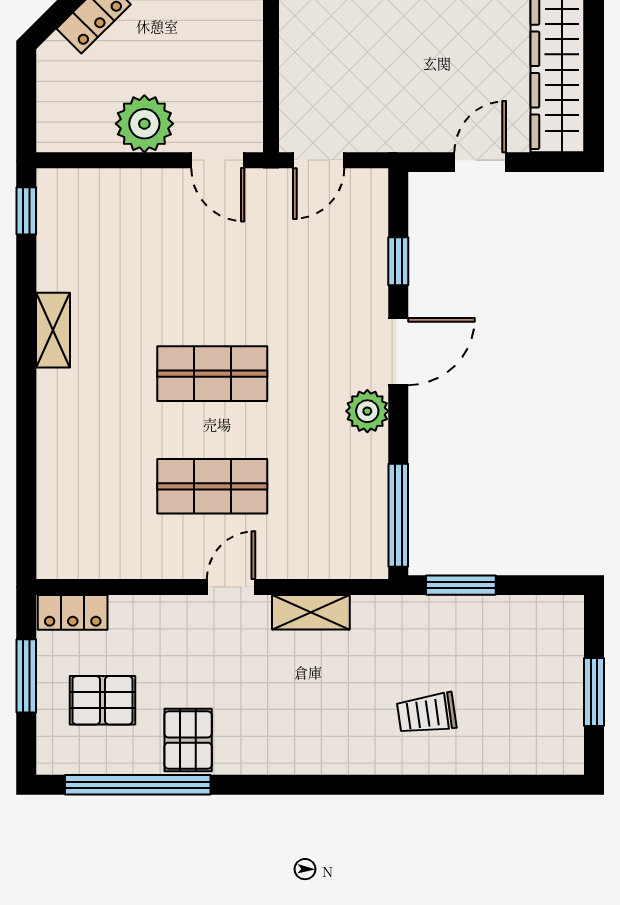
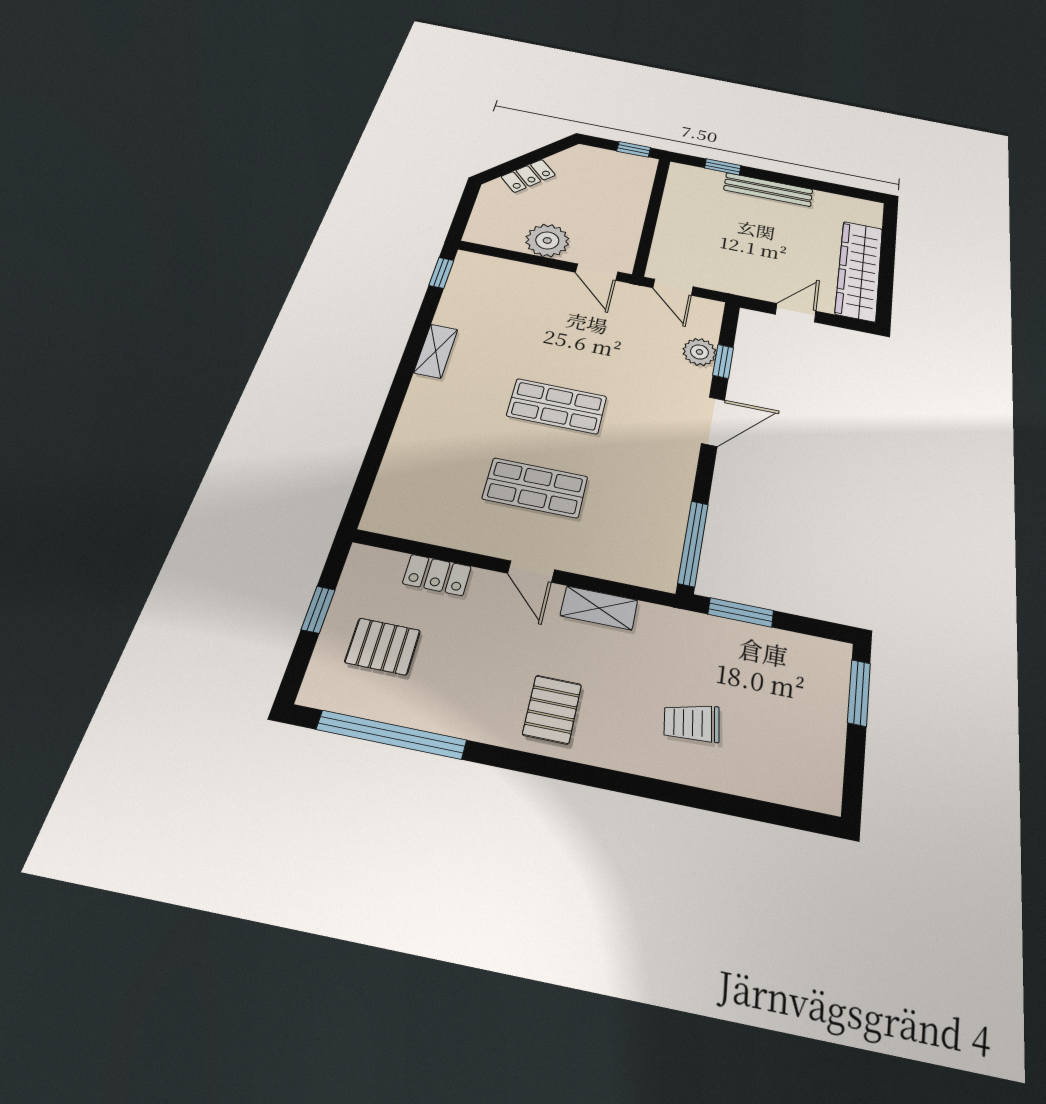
door: (319, 160) -> (673, 287), hinge flipped
plant: (367, 411) -> (699, 352), moved
door: (231, 587) -> (531, 572), swing flipped
locker: (73, 612) -> (437, 575), moved
window: (26, 676) -> (318, 610), width x0.67
window: (594, 692) -> (859, 693), moved
pallet: (188, 740) -> (552, 709), moved

